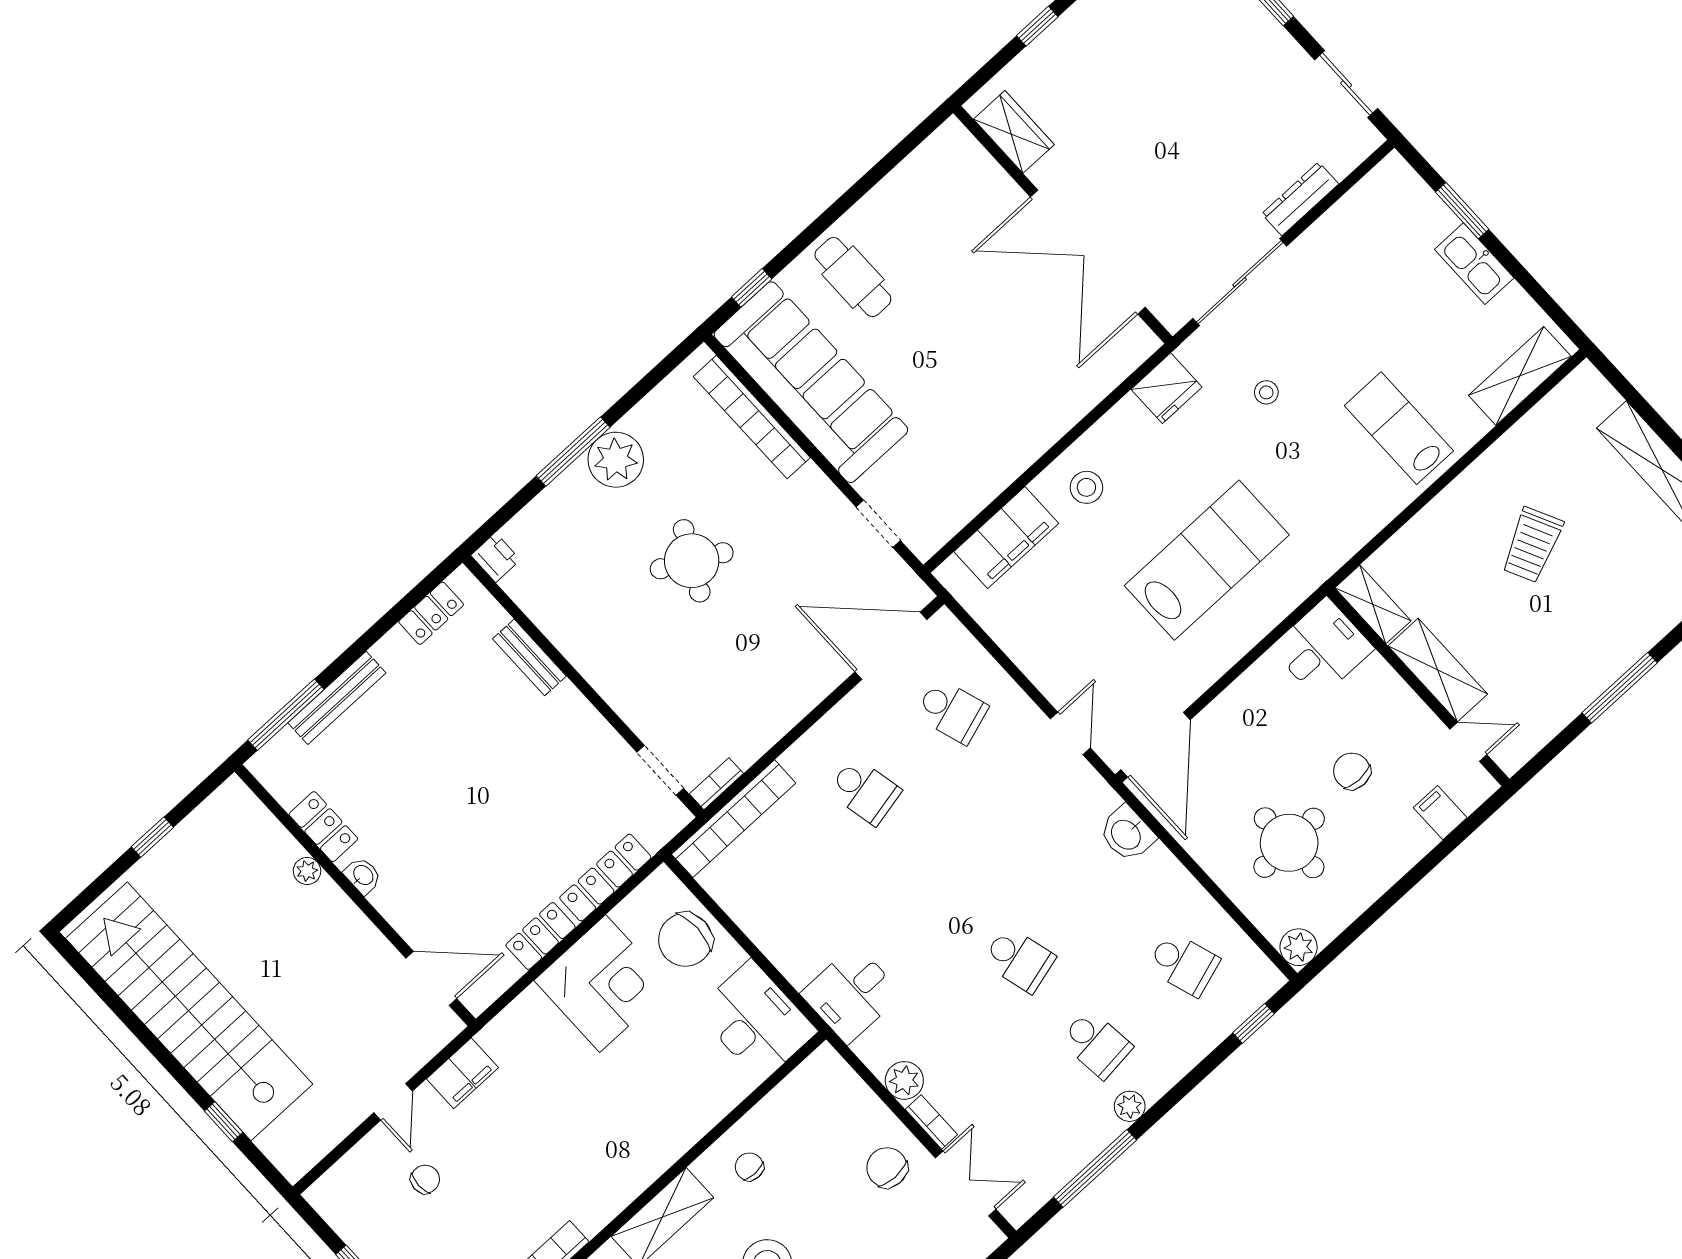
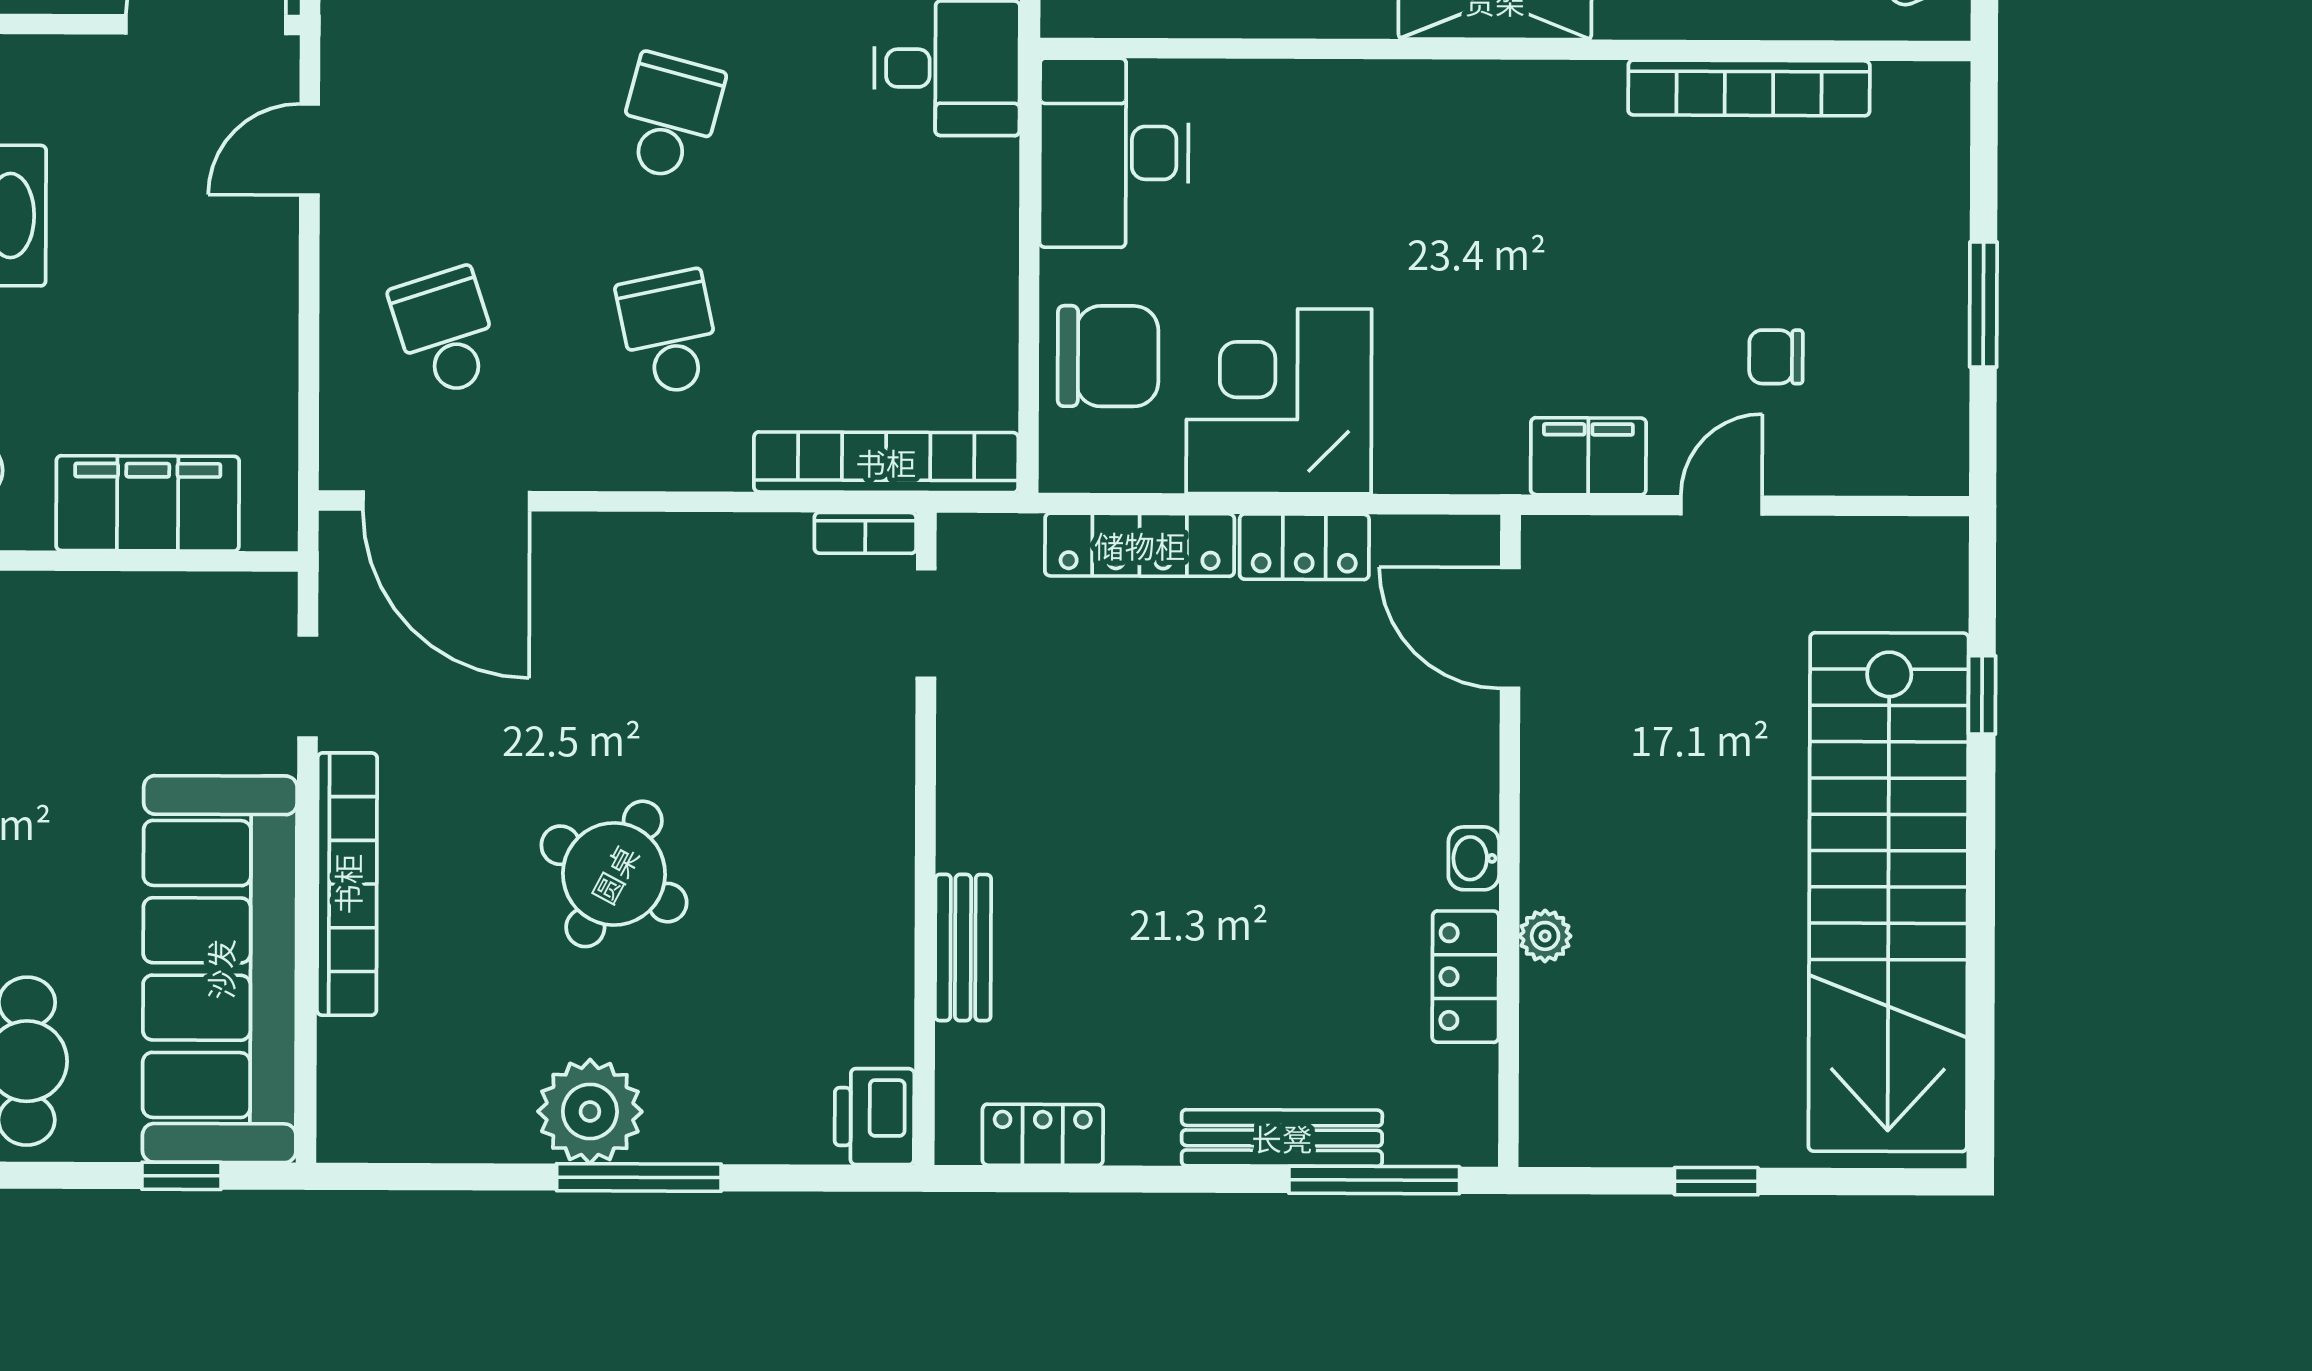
bookcase: (752, 417) -> (347, 884), moved
printer: (496, 558) -> (874, 1117), width x1.36, depth x1.24
school desk: (942, 875) -> (670, 117), added

